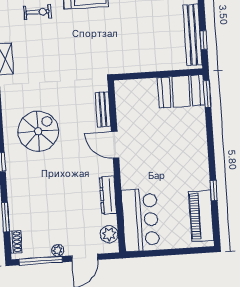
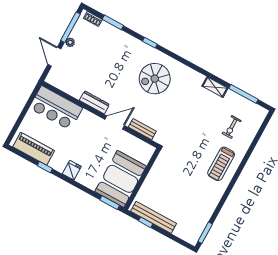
booth: (181, 91) -> (121, 179), width x1.36, depth x1.42
spiral stairs: (38, 131) -> (155, 79), turned 90
fridge: (198, 158) -> (72, 170), added
dresser: (108, 195) -> (94, 102), moved
plant: (109, 234) -> (59, 82), removed

